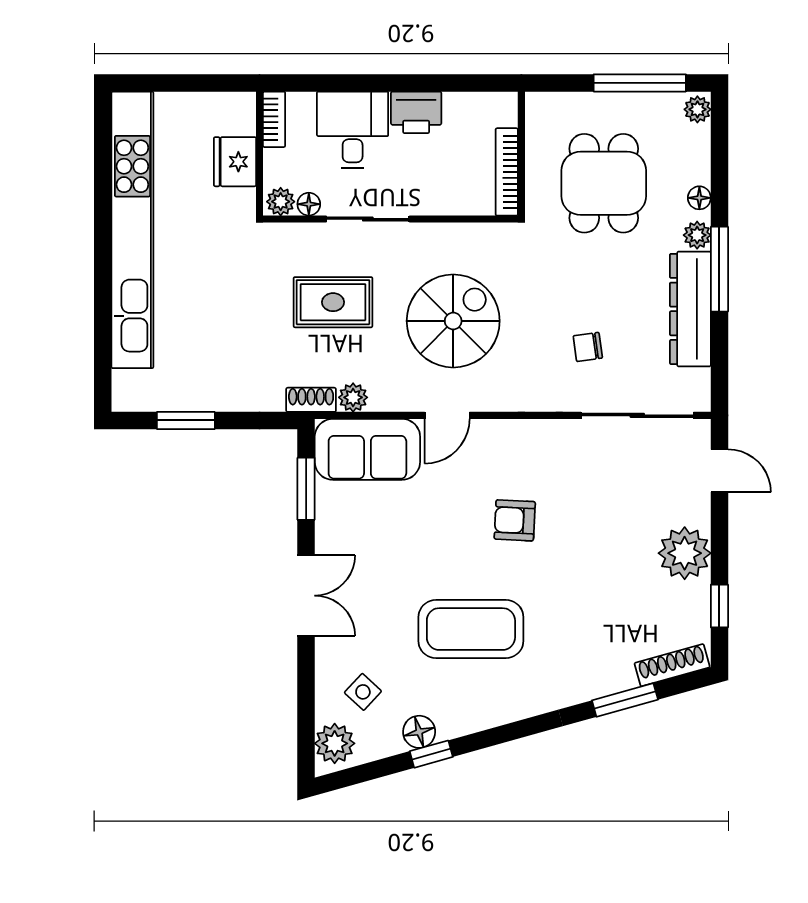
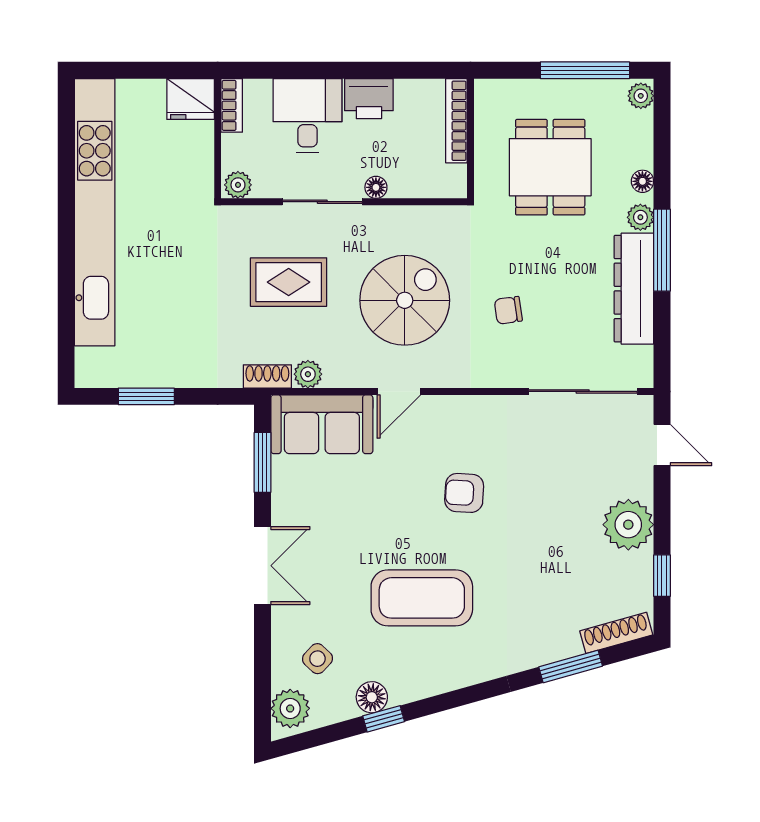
fridge: (235, 162) -> (191, 99), moved, turned -90
bookcase: (507, 172) -> (456, 121), moved
floor lamp: (309, 204) -> (376, 187), moved
chair: (588, 347) -> (508, 310), moved

